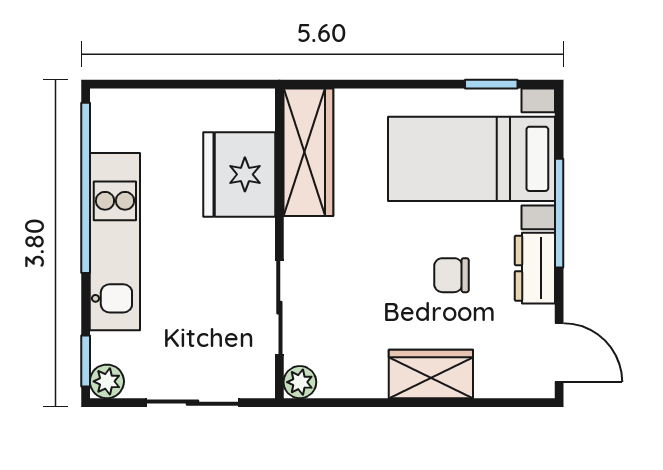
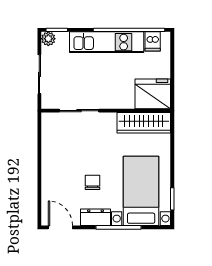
dishwasher: (113, 131) -> (153, 41), added
fridge: (239, 174) -> (153, 94), moved
door: (559, 352) -> (60, 227), swing flipped
wardrobe: (431, 374) -> (51, 174), removed
plant: (300, 382) -> (48, 119), removed

